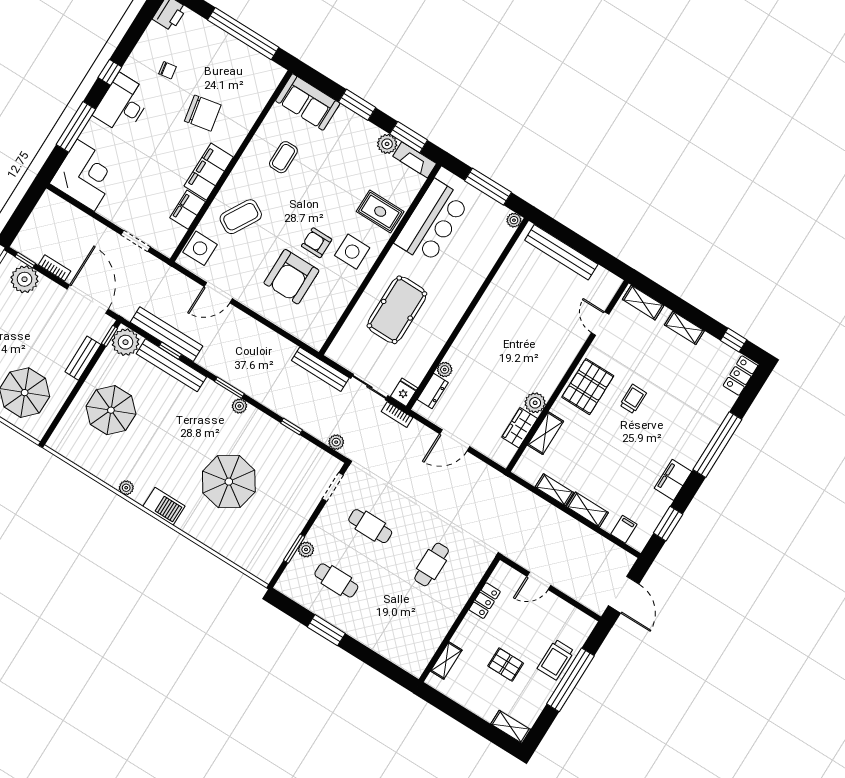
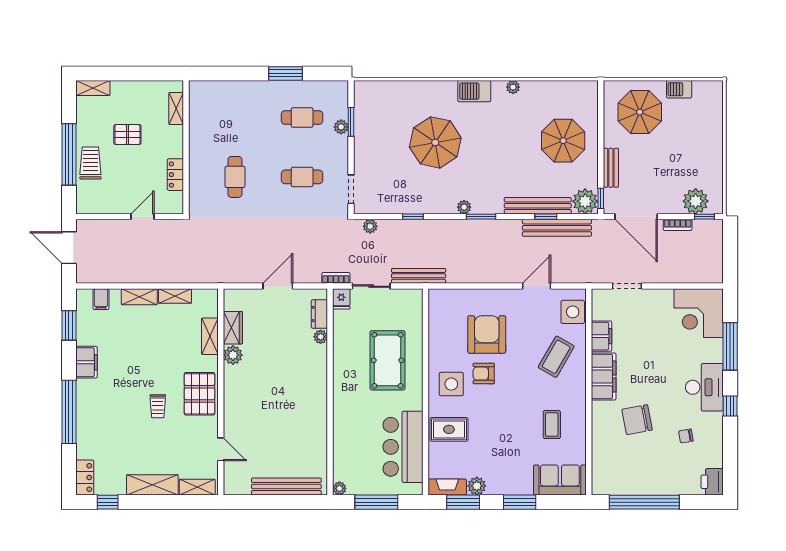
armchair: (317, 243) -> (484, 374), turned 180
shelving: (684, 328) -> (152, 485), width x1.50, depth x1.33

